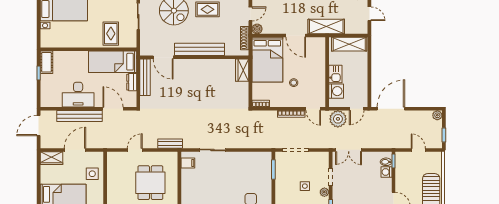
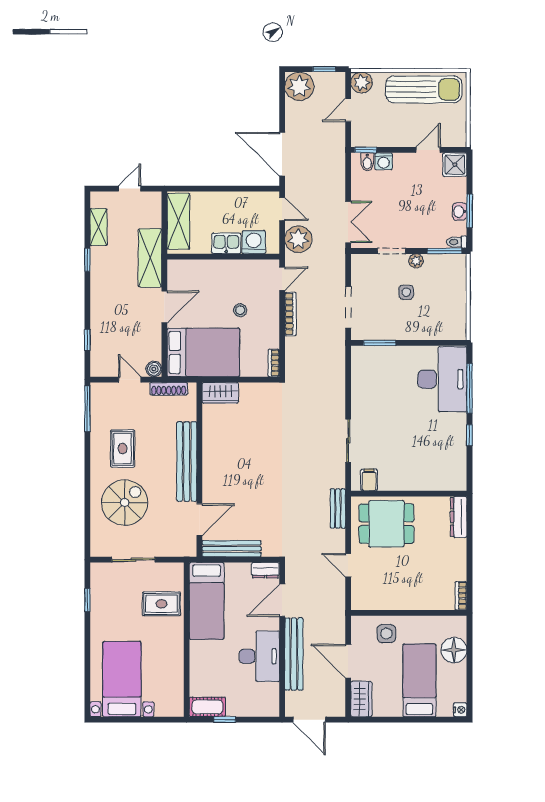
dresser: (132, 82) -> (265, 570), moved
plant: (437, 115) -> (299, 86), width x1.88, depth x1.88
plant: (436, 158) -> (362, 82), added
dining table: (150, 183) -> (386, 524), moved

